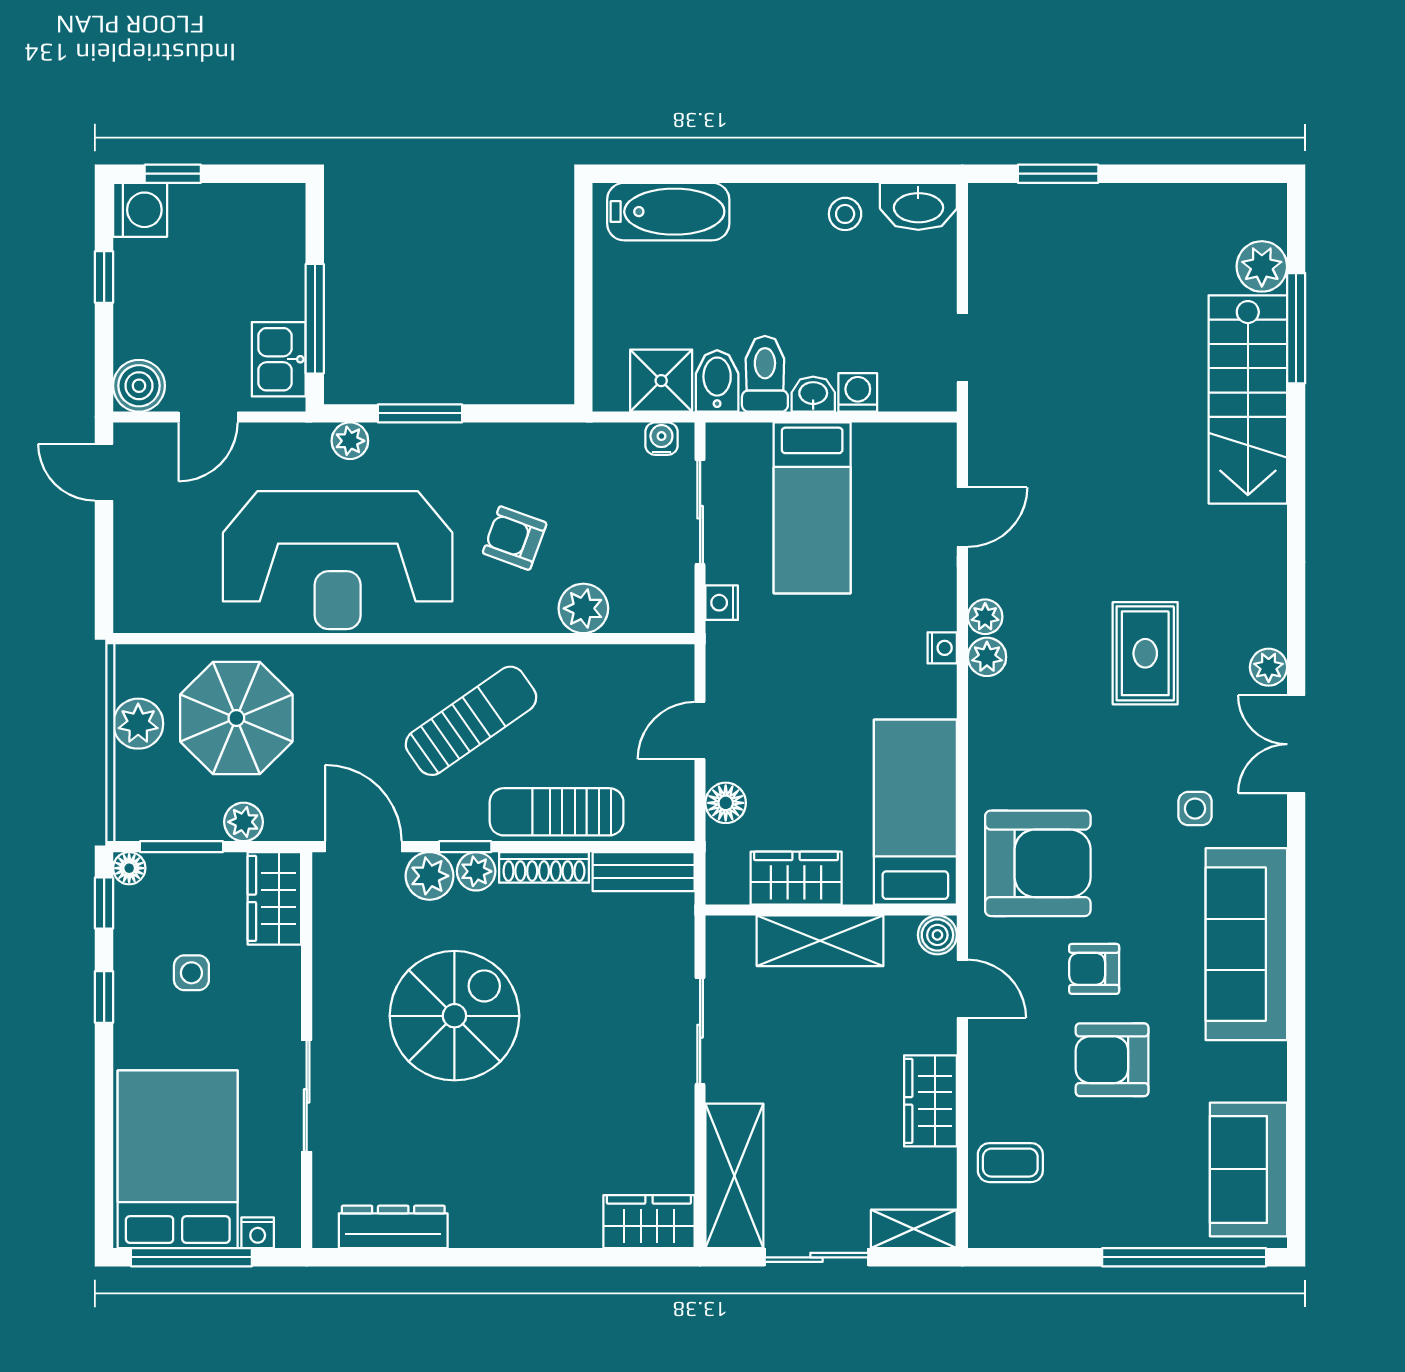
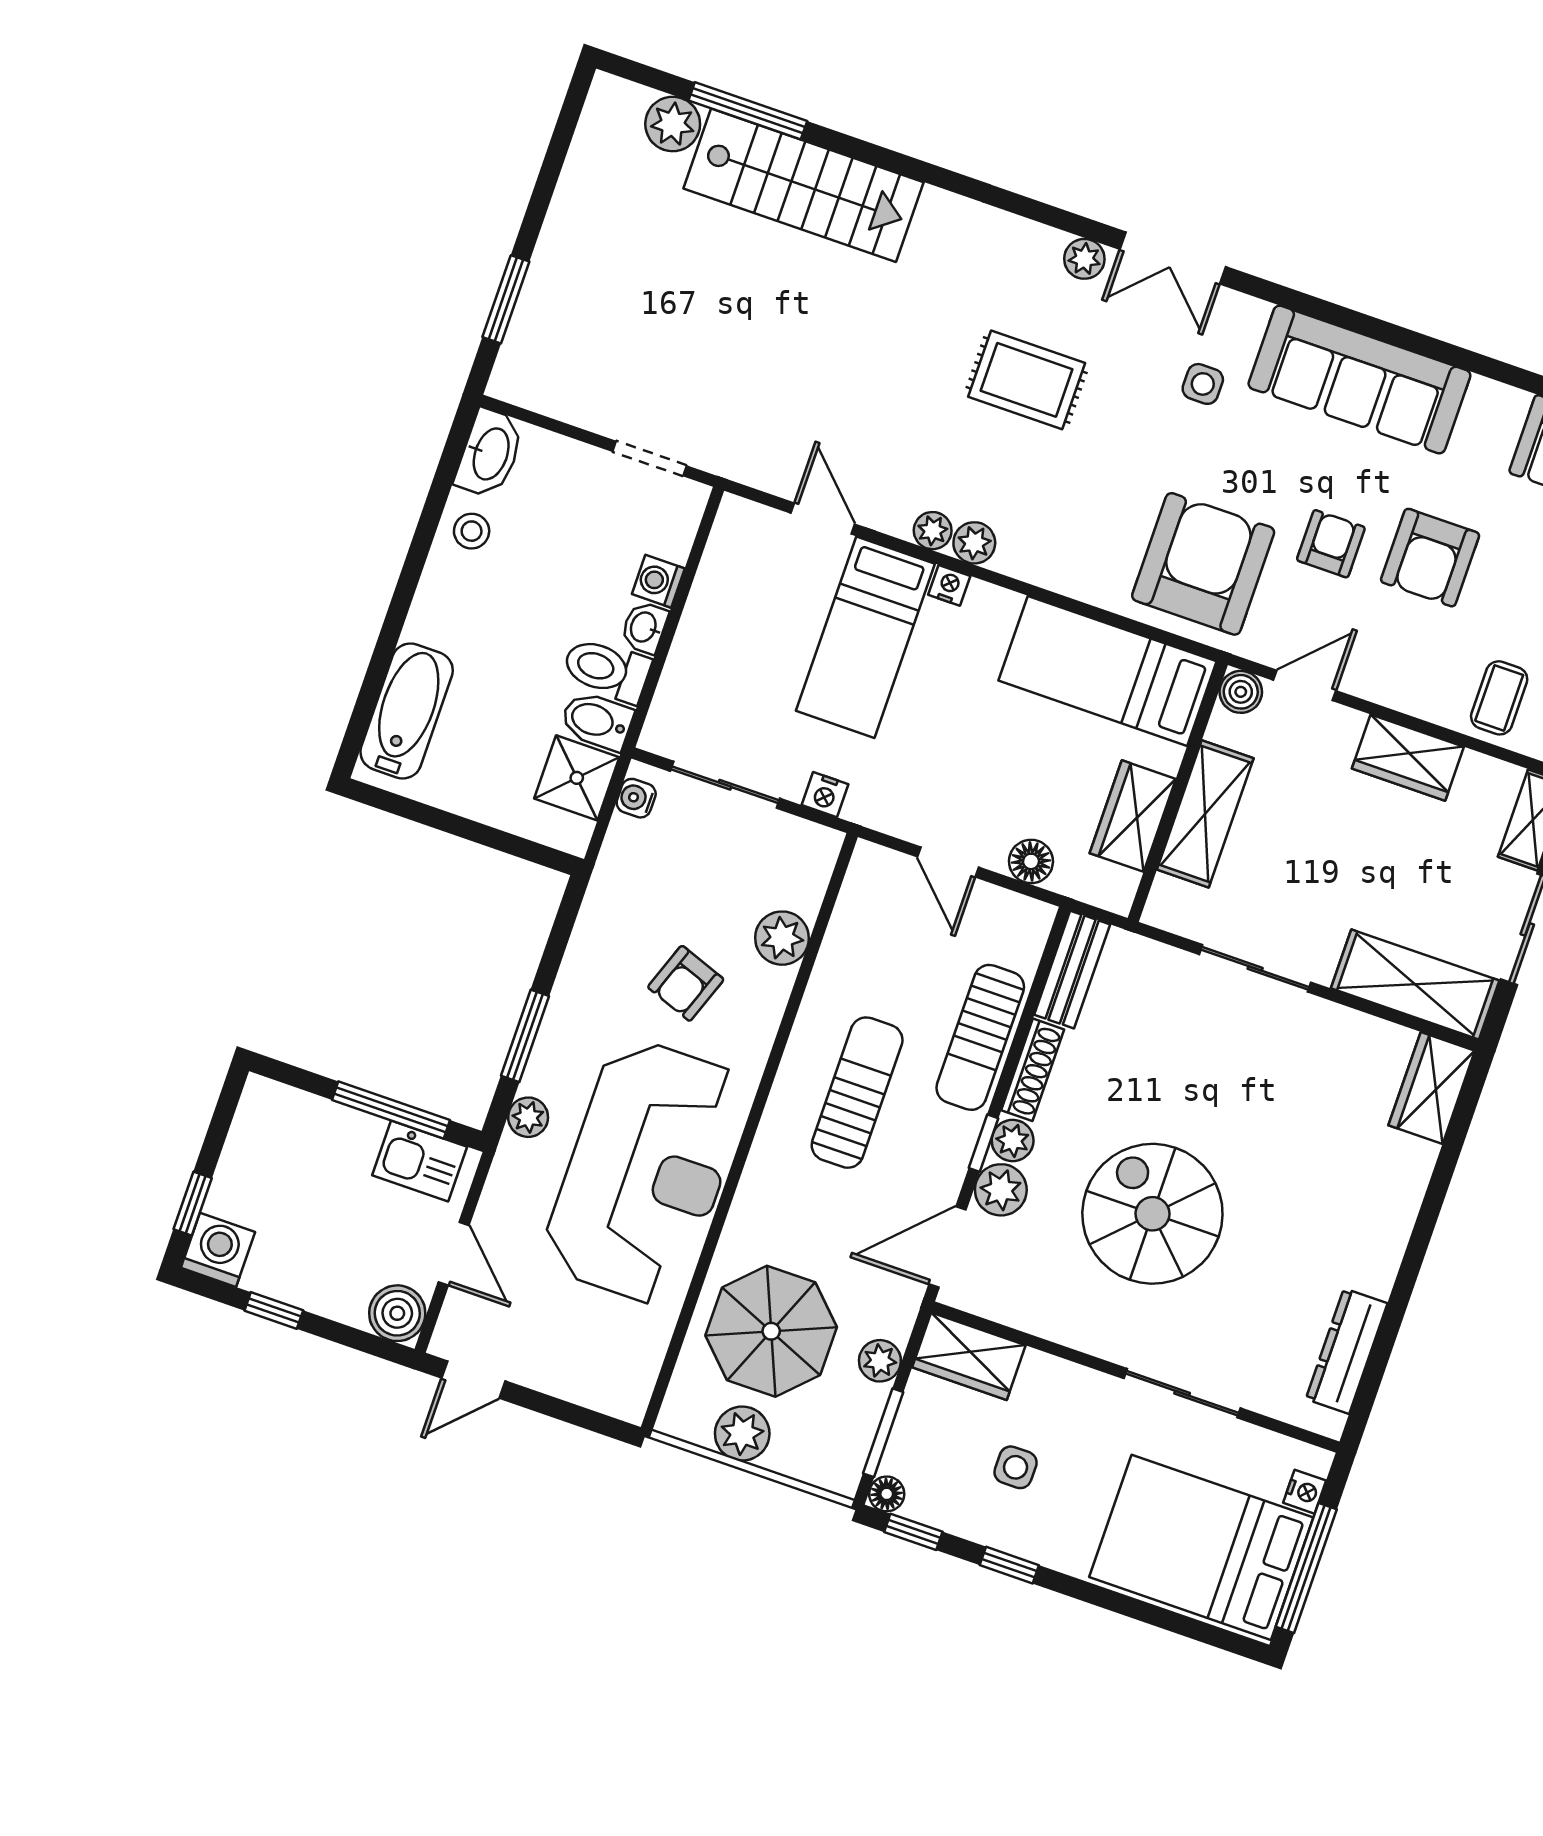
bed: (812, 508) -> (865, 637), moved, turned 90
sun lounger: (471, 721) -> (857, 1093), turned 35
armchair: (1094, 969) -> (1331, 544), turned 180

